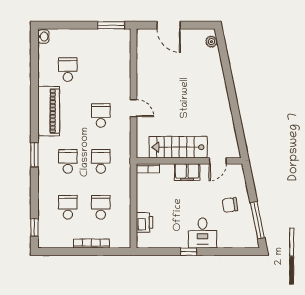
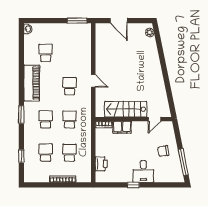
filing cabinet: (187, 172) -> (122, 127), moved
window: (34, 227) -> (21, 156), moved

